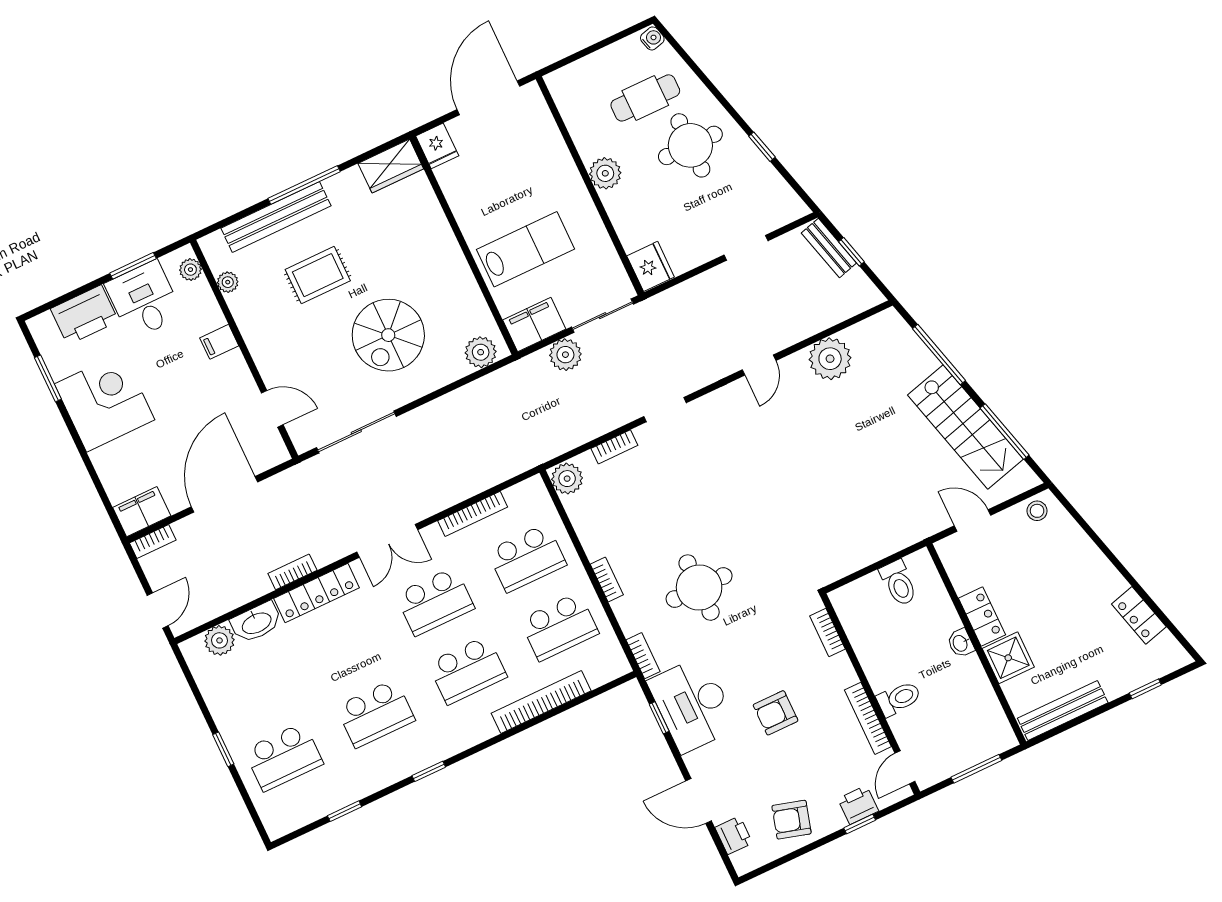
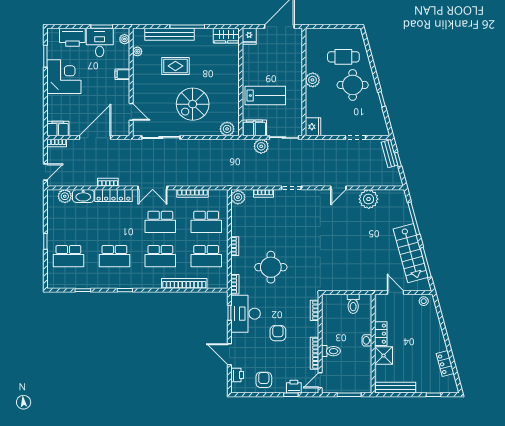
water cooler: (652, 38) -> (358, 34), removed
armchair: (776, 713) -> (278, 333), turned 90
armchair: (792, 820) -> (264, 380), turned 74

